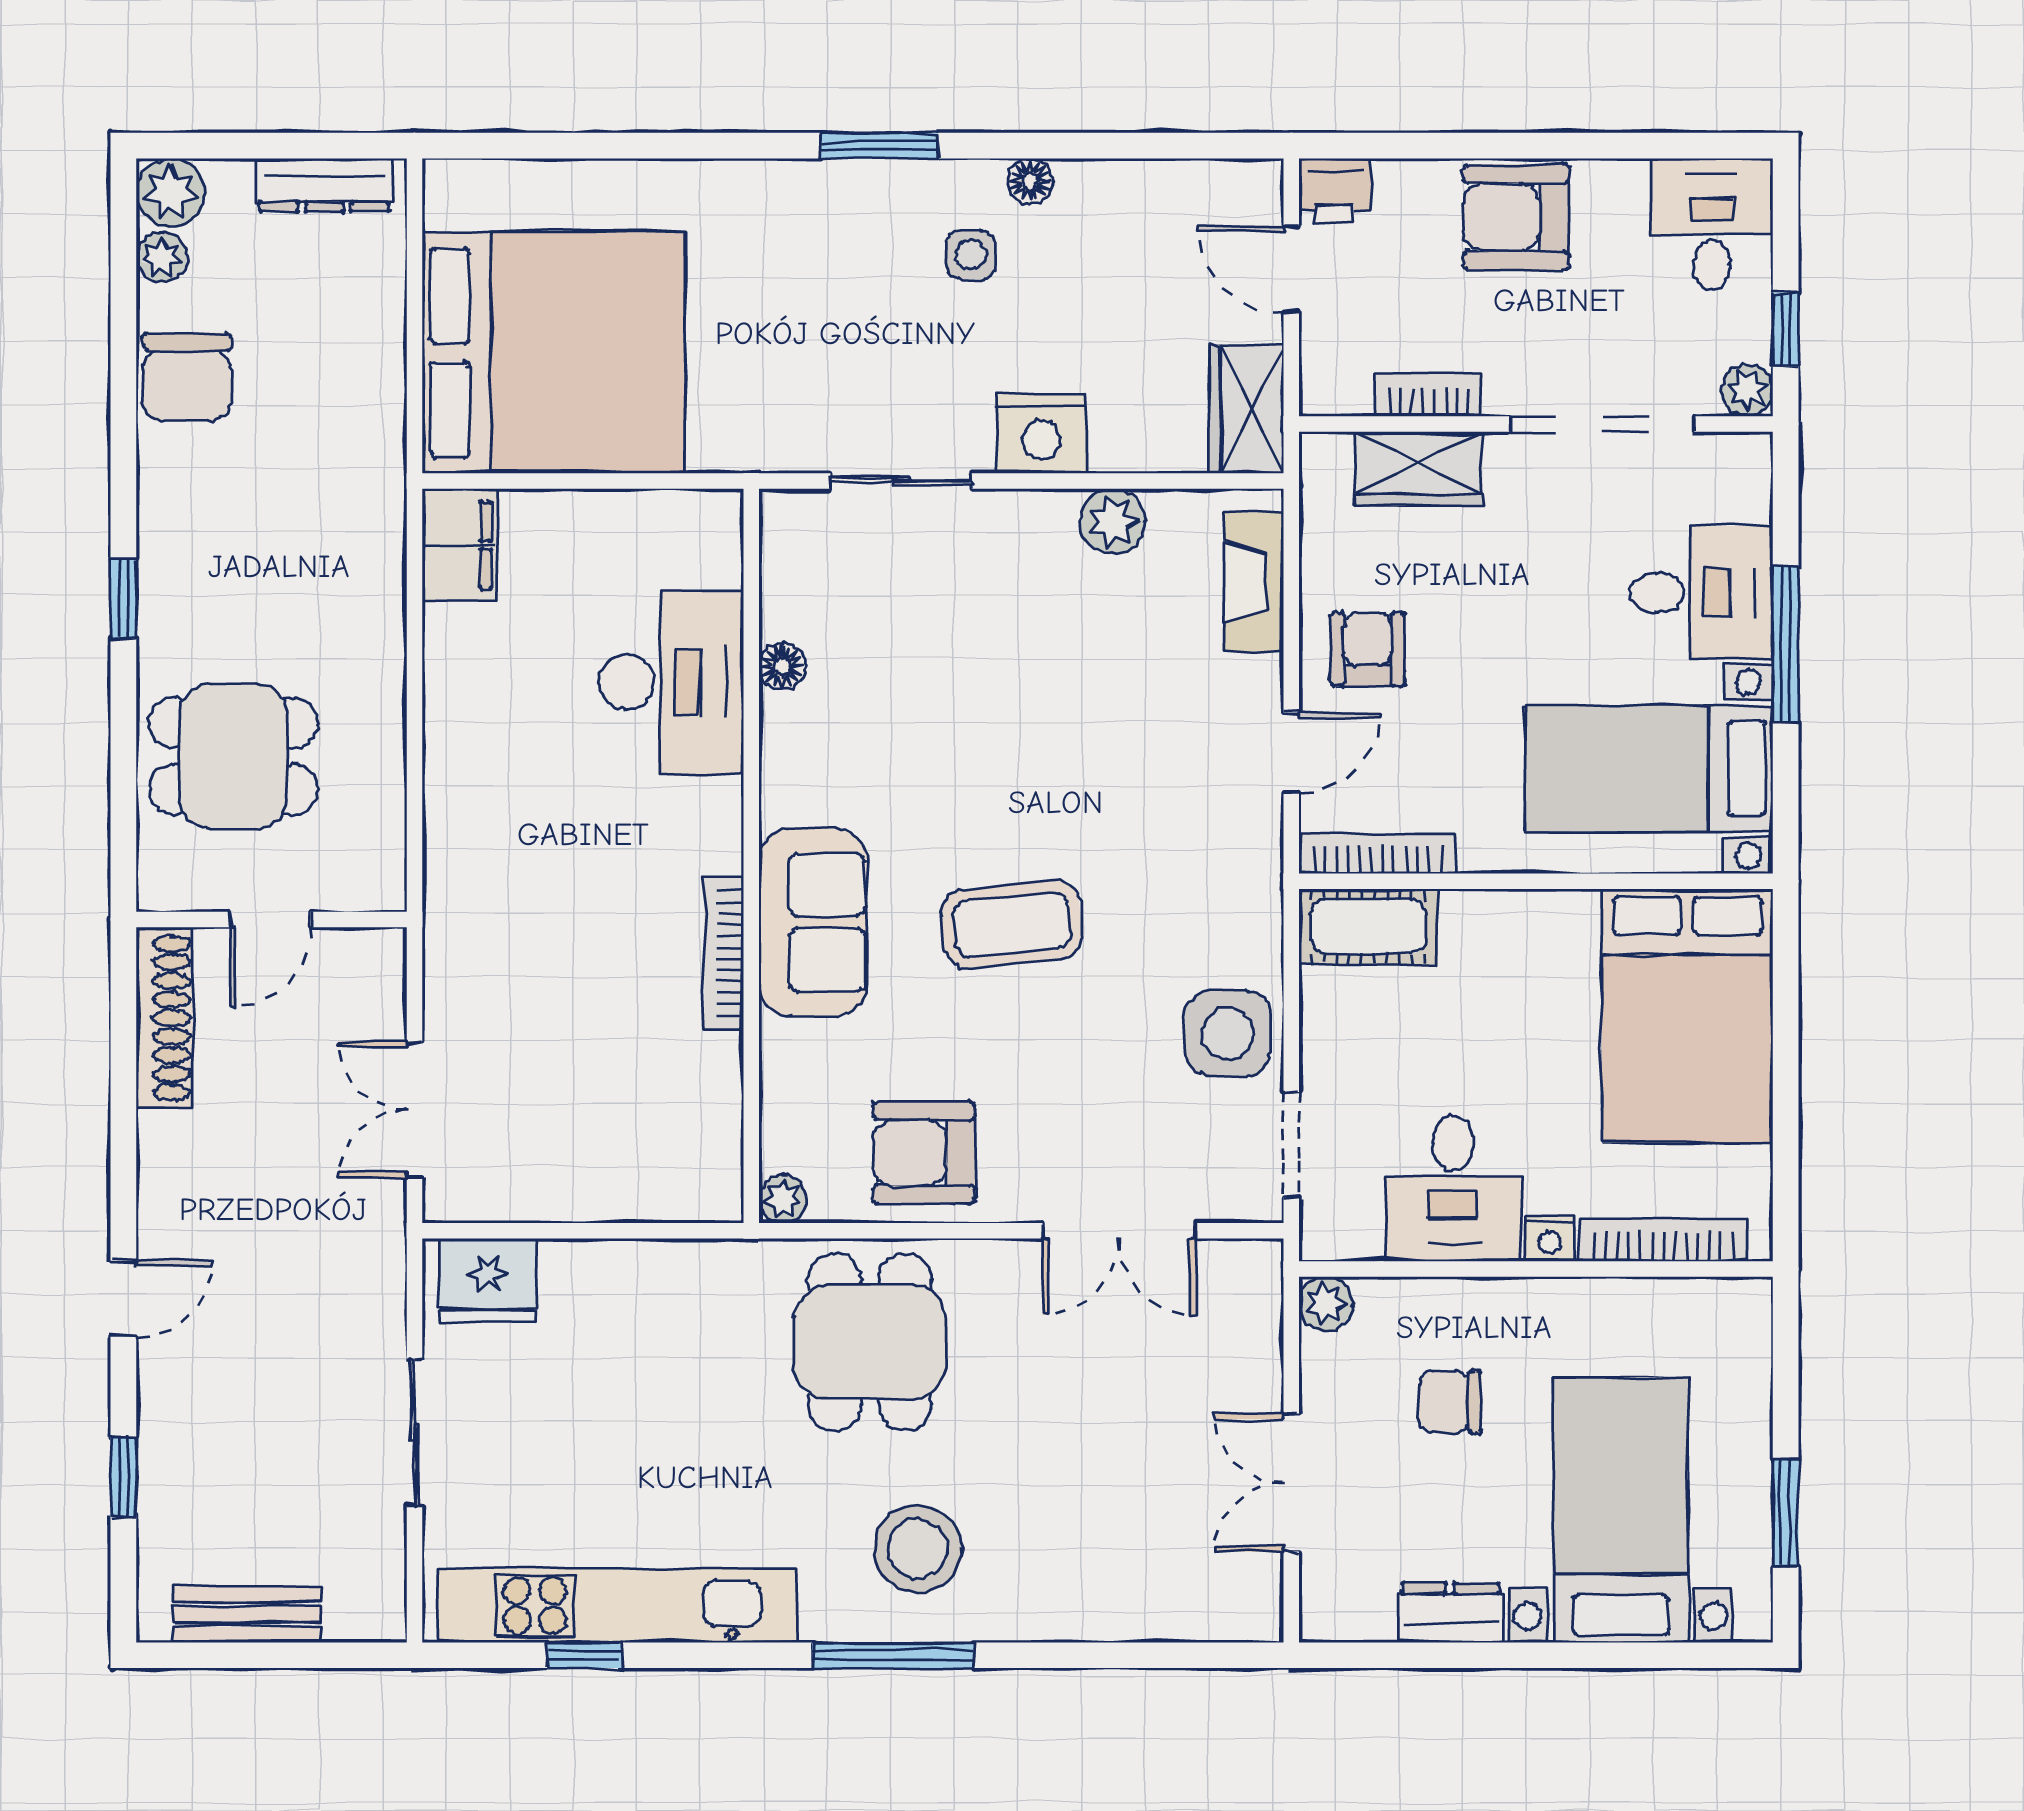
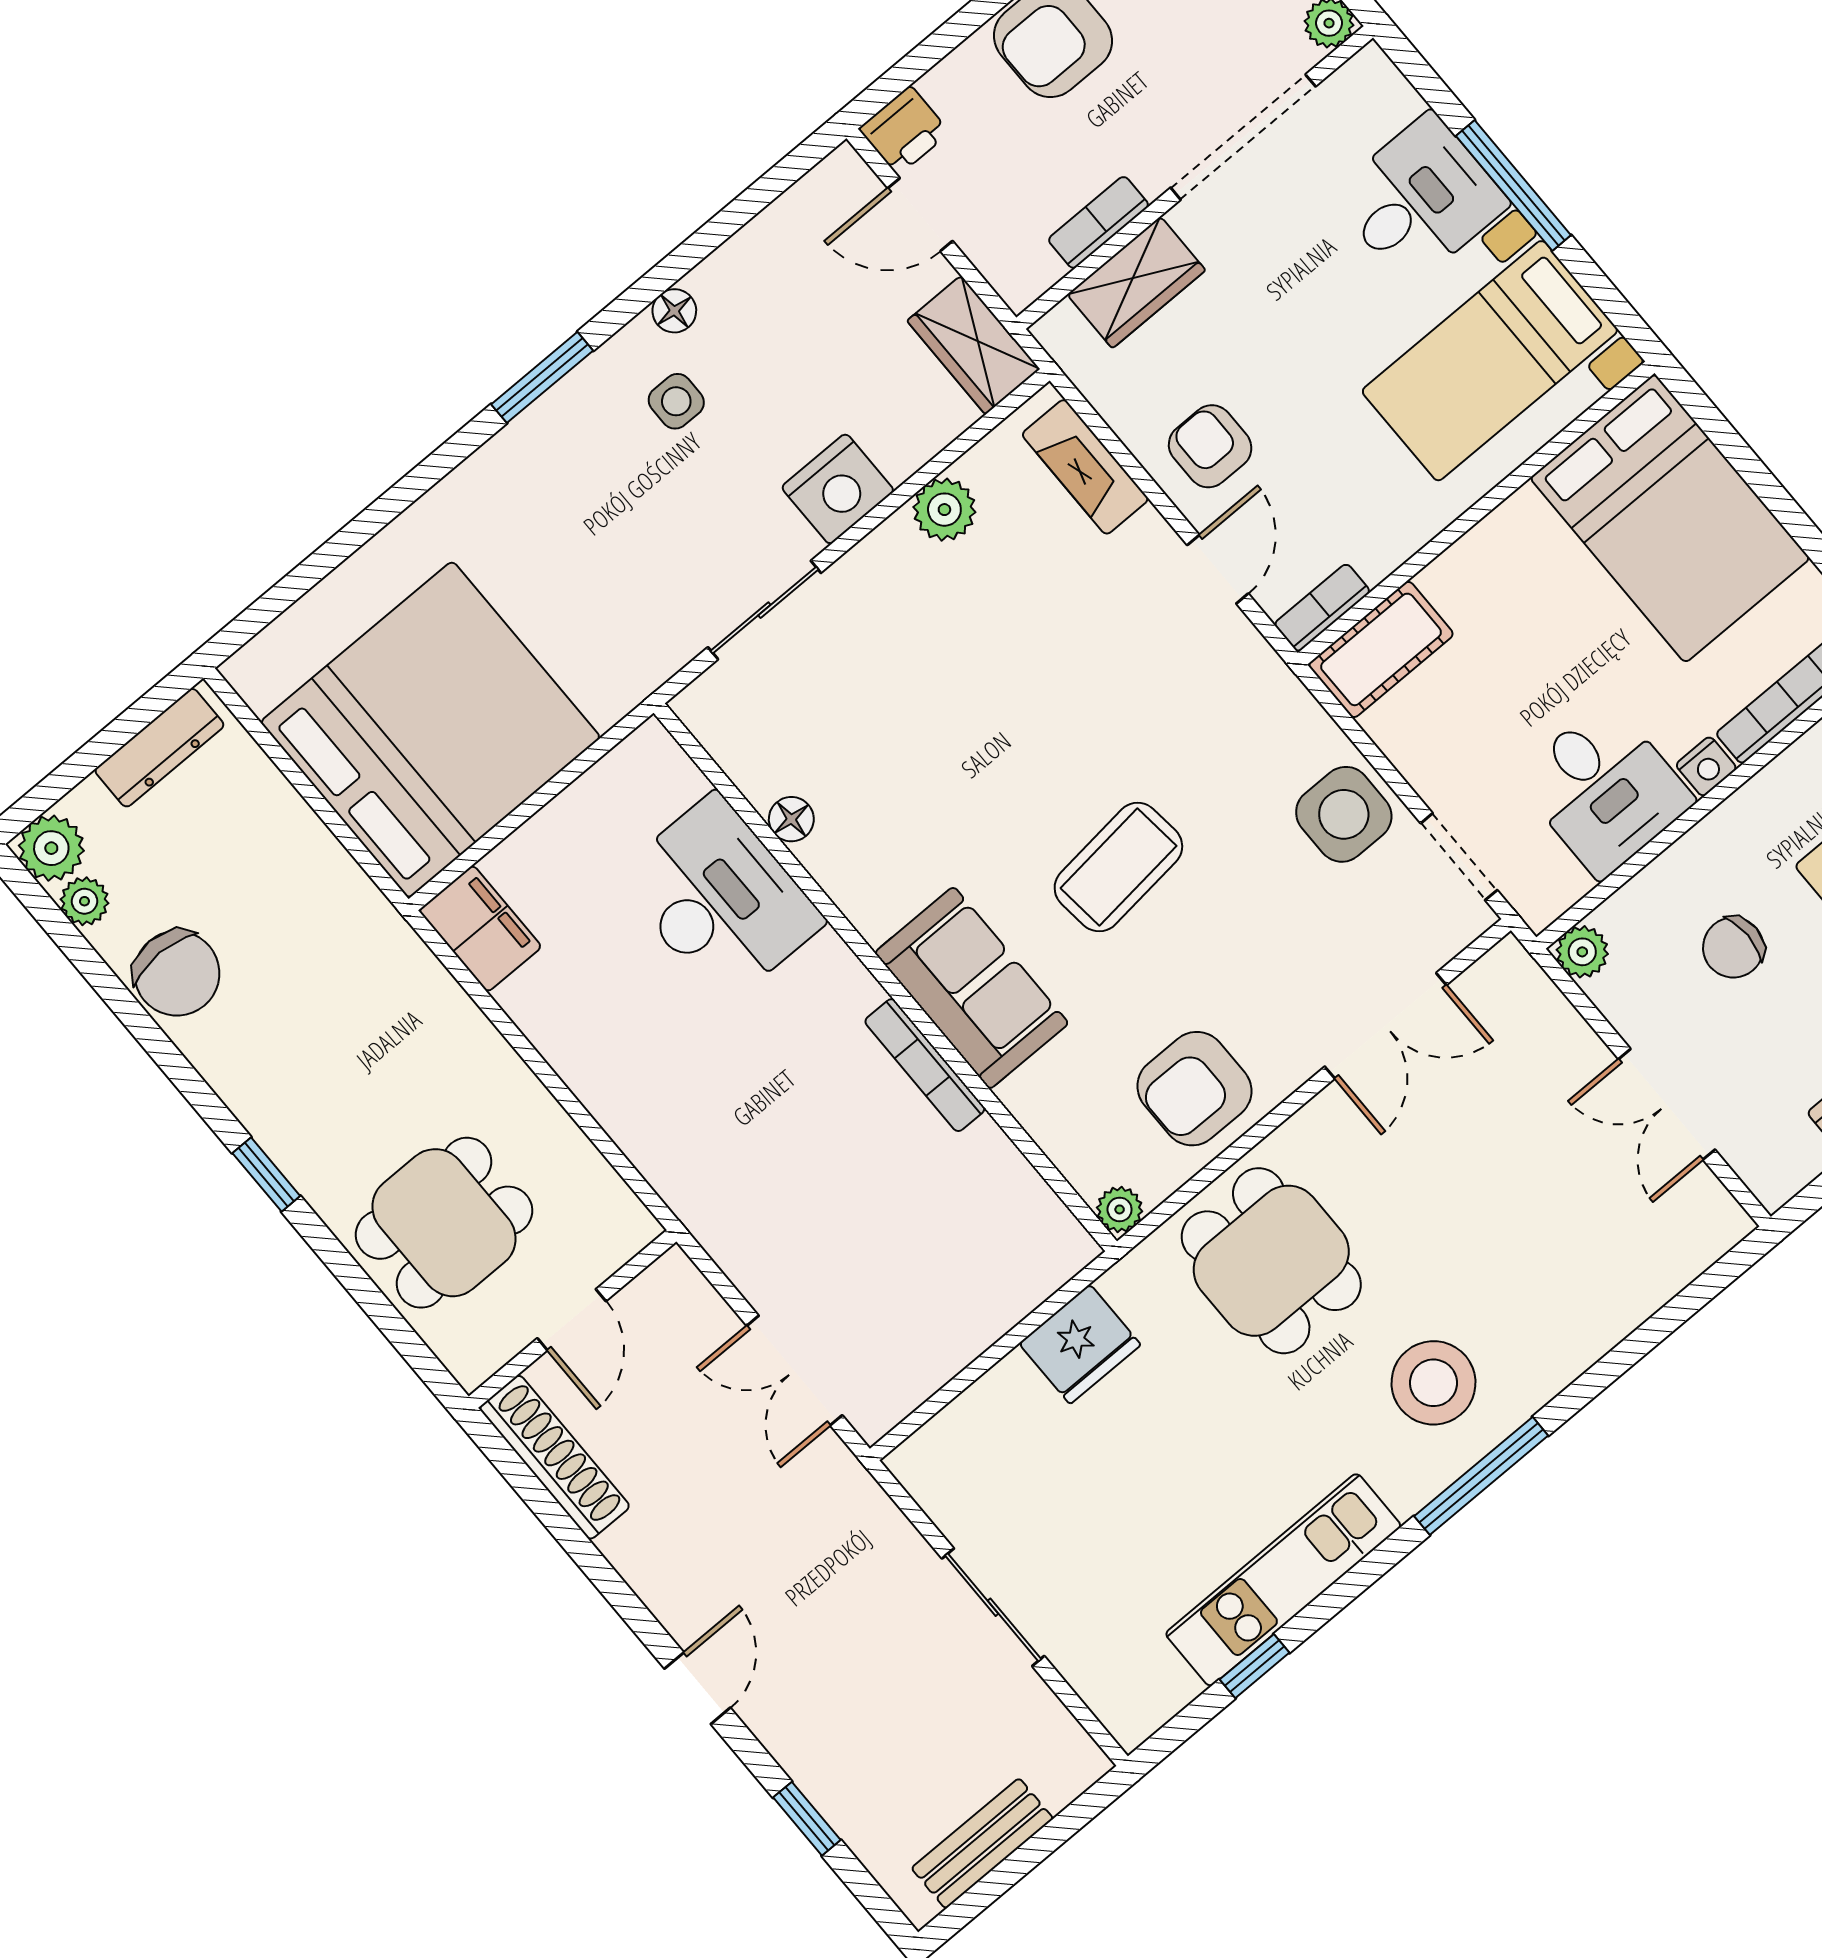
bookcase: (1377, 854) -> (1322, 608), width x0.64
fridge: (488, 1280) -> (1080, 1344), moved
kitchen unit: (617, 1605) -> (1283, 1580), width x0.73

